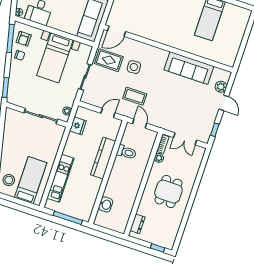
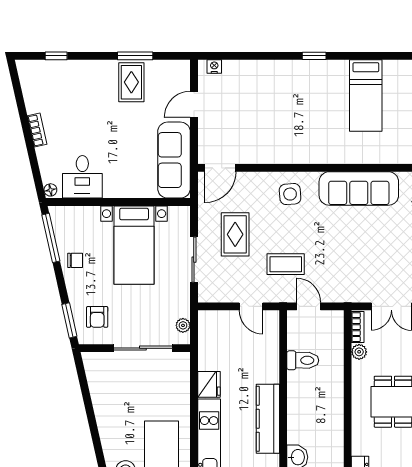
armchair: (24, 39) -> (97, 317), moved
rug: (109, 60) -> (235, 234), moved, turned 90
side table: (134, 67) -> (290, 194), moved
door: (108, 113) -> (251, 306), swing flipped
fridge: (78, 126) -> (209, 384), moved
kitchen counter: (103, 158) -> (268, 419), moved

